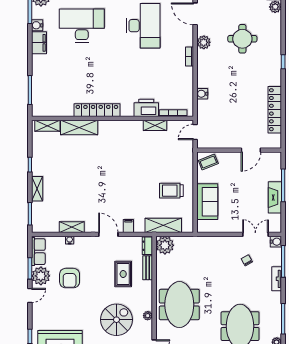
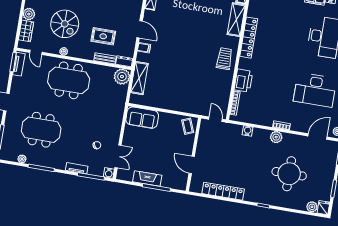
round table: (242, 39) -> (289, 174), width x1.36, depth x1.36
plant: (204, 42) -> (276, 137), moved
shelving: (155, 125) -> (227, 85), removed
trolley: (171, 191) -> (224, 59), moved
sofa: (207, 202) -> (142, 118), moved
door: (108, 234) -> (140, 29), hinge flipped

